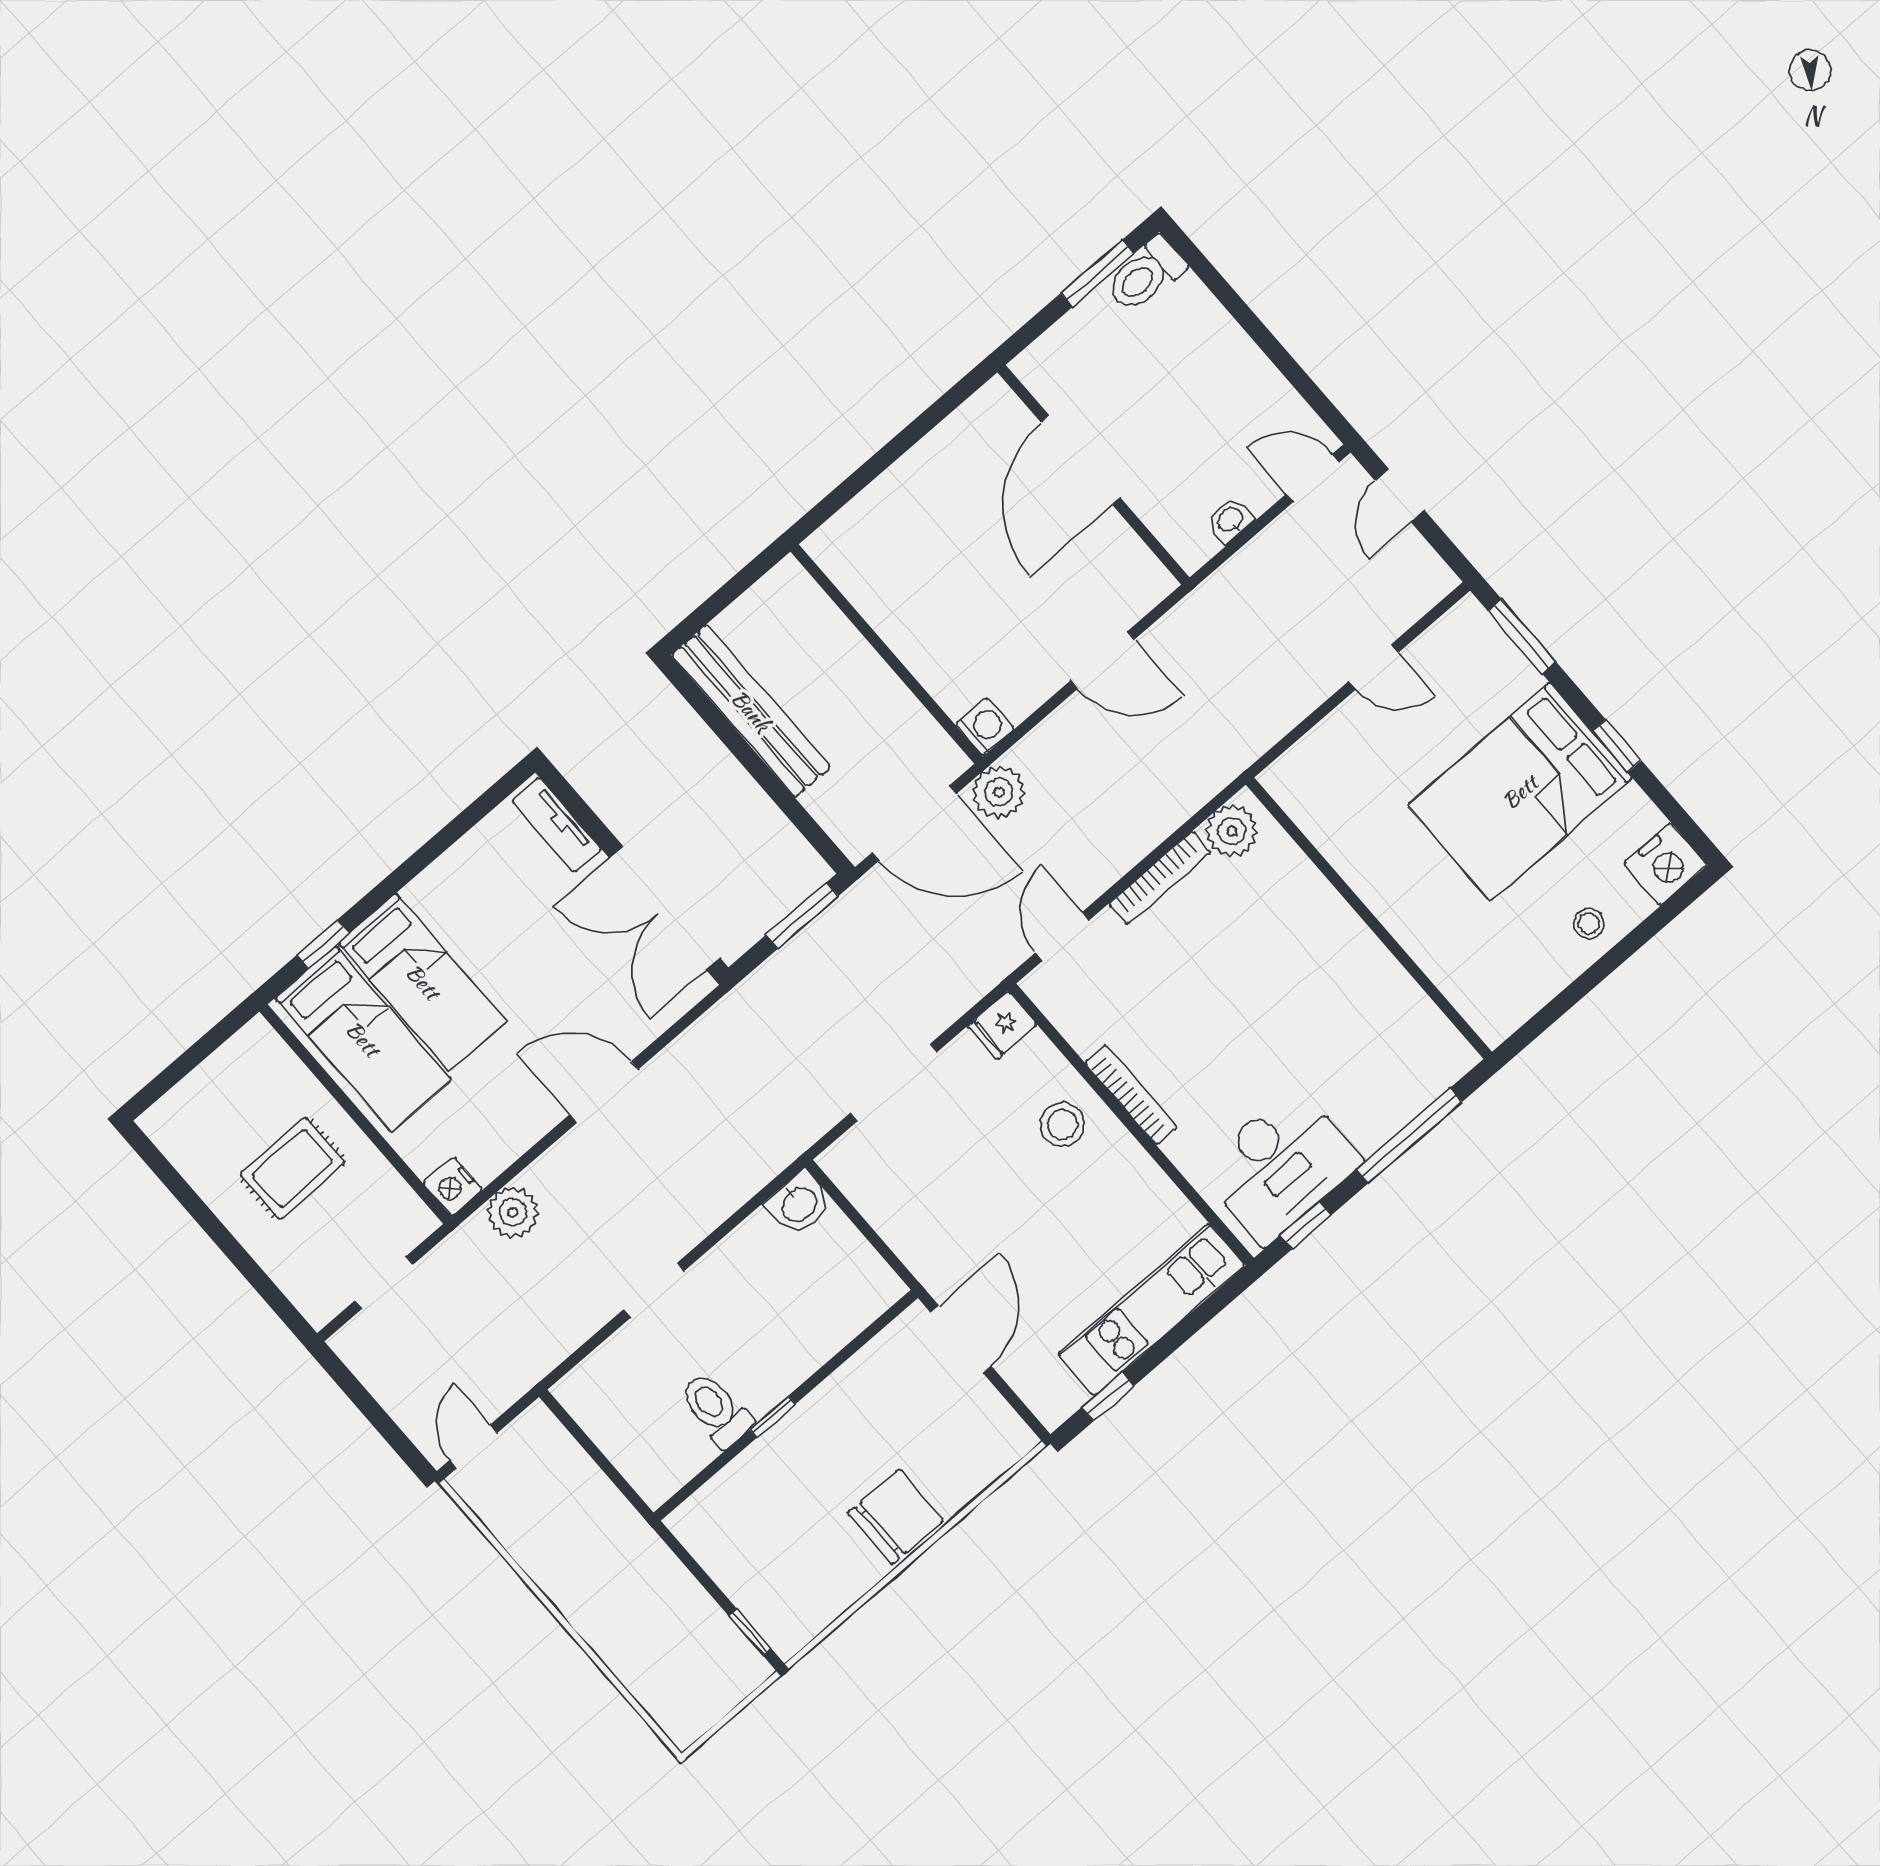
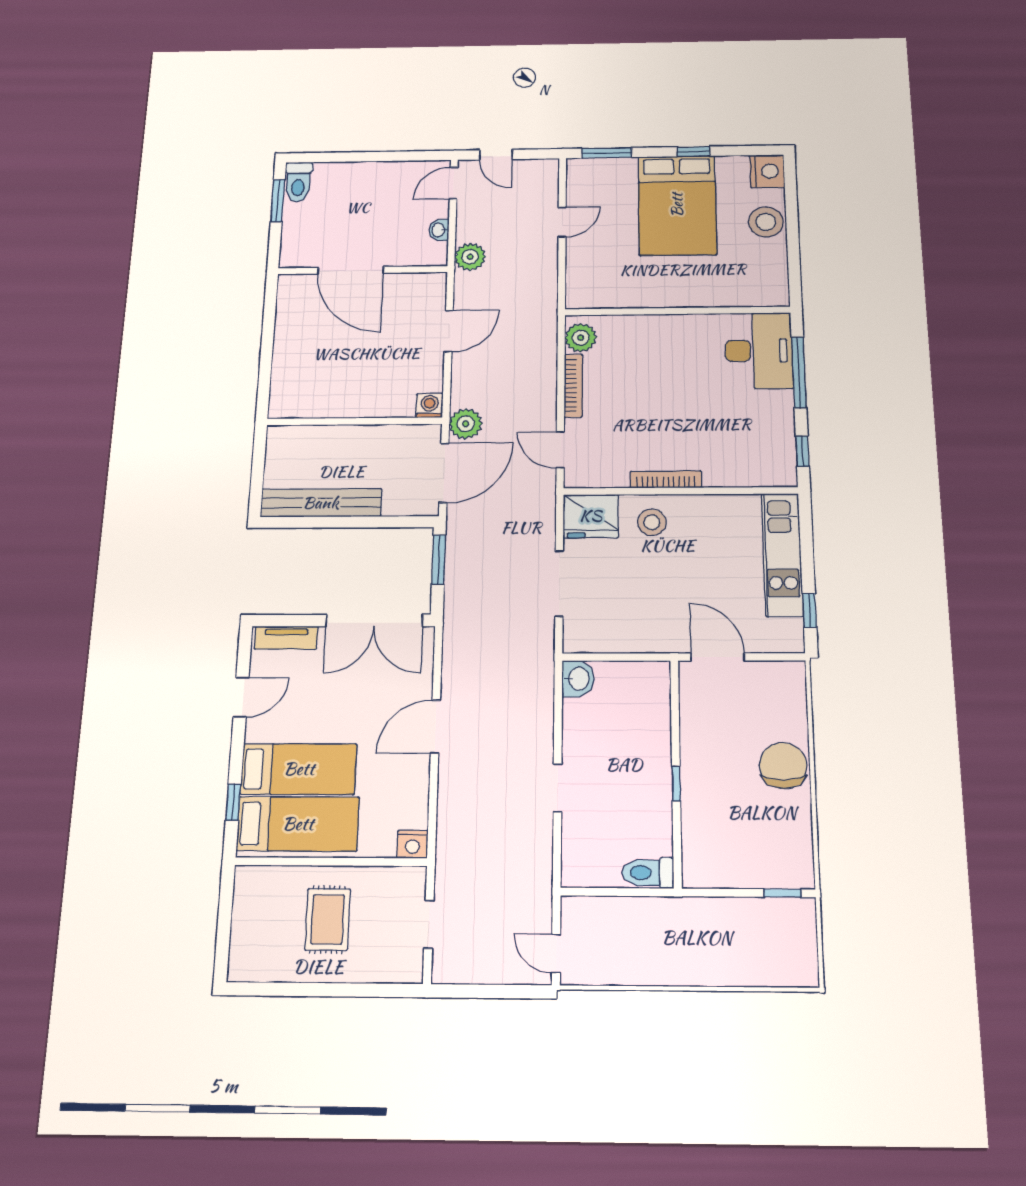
door: (444, 839) -> (241, 697), added
stool: (1589, 923) -> (766, 222), width x1.89, depth x1.89
fridge: (1002, 1025) -> (591, 516), width x1.88, depth x1.34
desk: (1280, 1165) -> (759, 351), moved
plant: (513, 1212) -> (470, 257), moved
toilet: (716, 1410) -> (648, 873), moved

